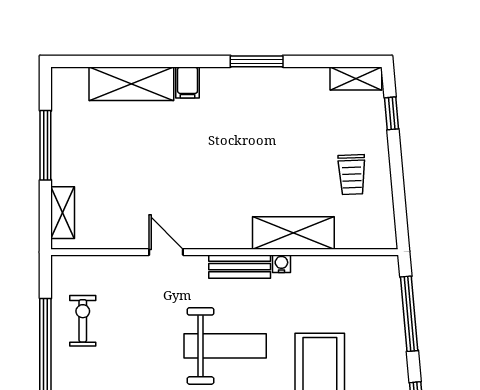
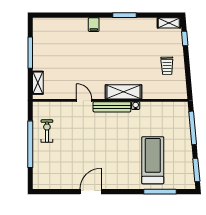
shelving: (131, 84) -> (69, 25), removed
shelving: (293, 233) -> (123, 92), moved
bench: (240, 267) -> (112, 107), width x1.36
weight bench: (225, 346) -> (110, 142), removed

